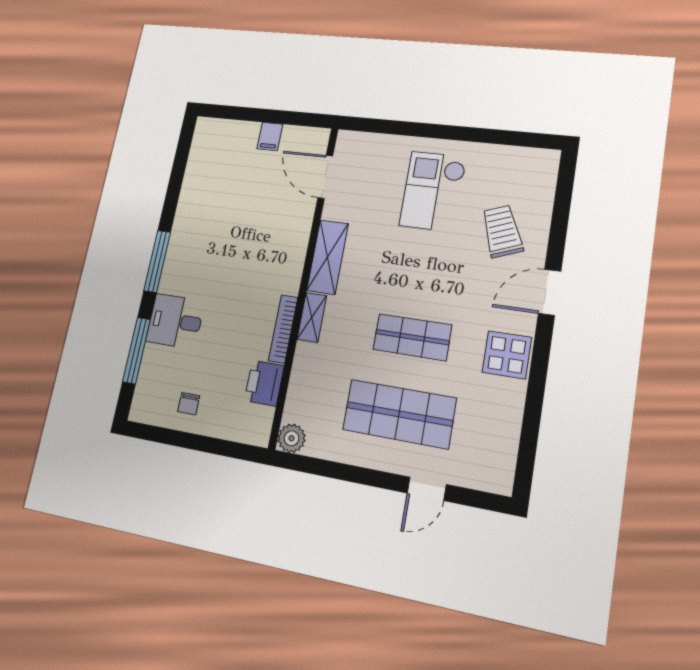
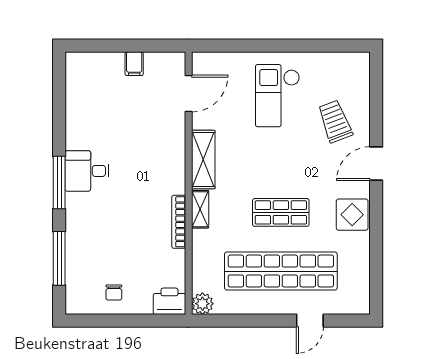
door: (325, 177) -> (189, 94), swing flipped
desk: (175, 321) -> (87, 171), moved
printer: (264, 383) -> (169, 301), moved, turned 90
shop shelf: (399, 414) -> (281, 271), width x1.40

